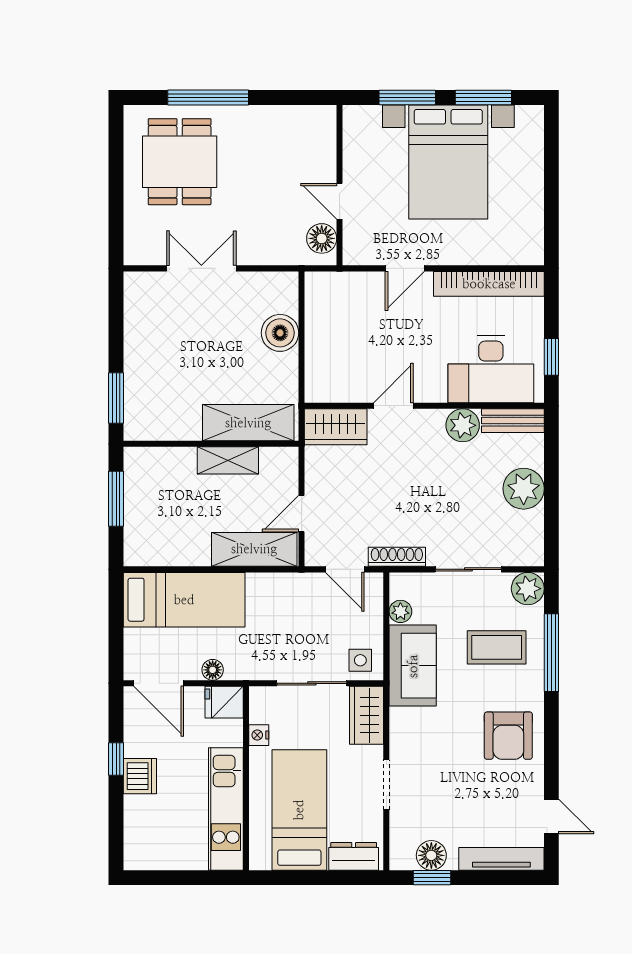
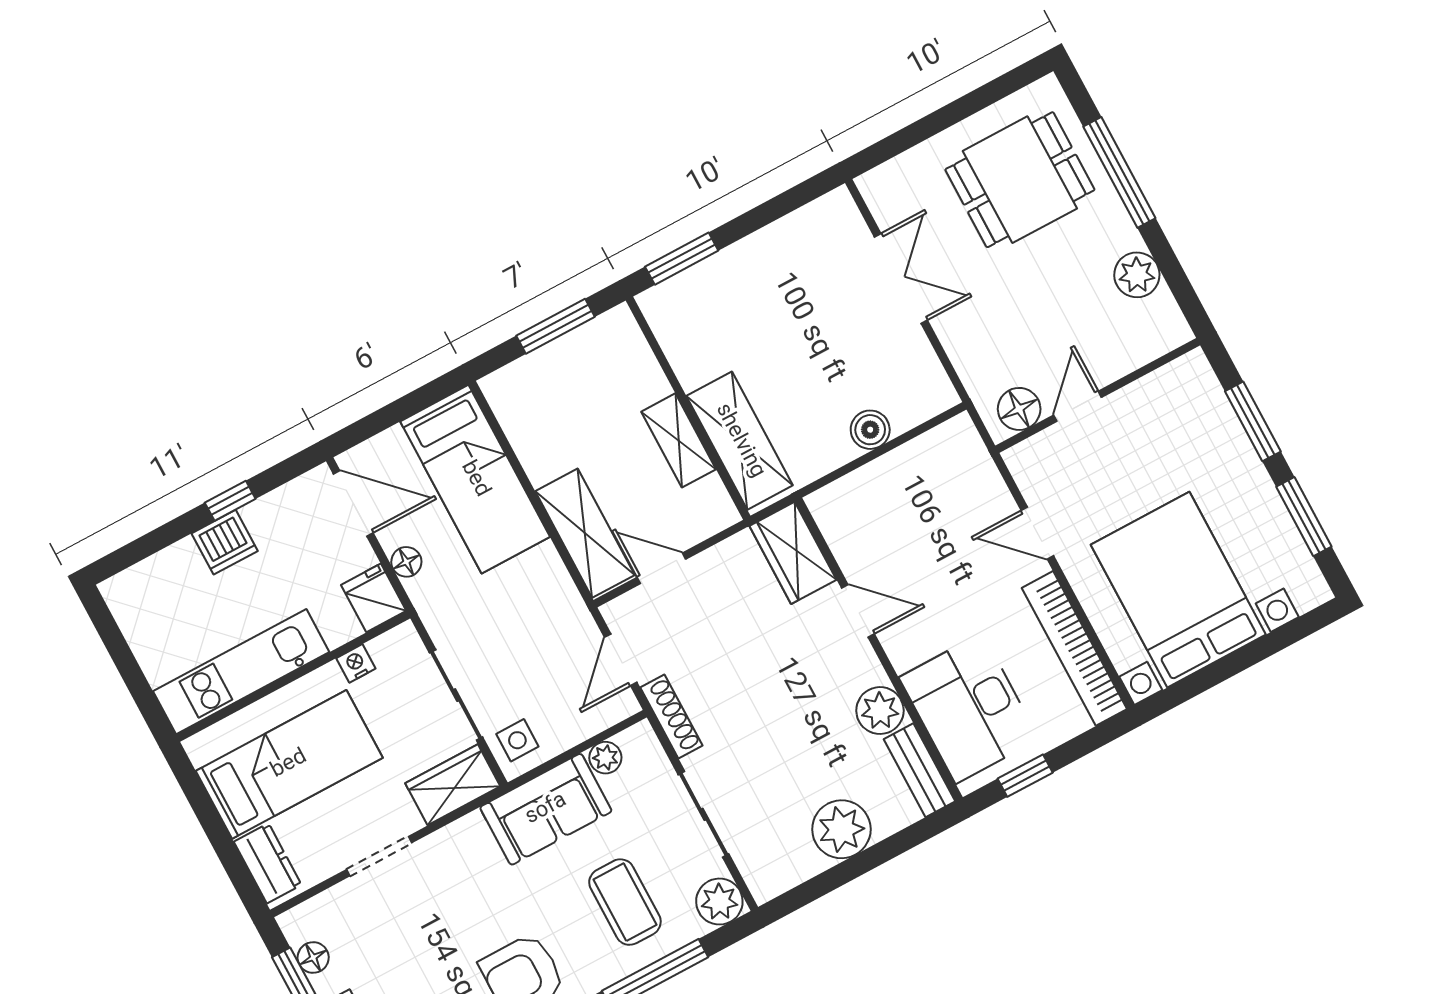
plant: (278, 121) -> (1137, 275), added
bed with nightstands: (448, 162) -> (1178, 590), moved, turned 90
boiler: (280, 333) -> (870, 430), width x0.73, depth x0.73
door: (159, 683) -> (353, 503), swing flipped
floor lamp: (431, 855) -> (313, 957), width x0.73, depth x0.73

